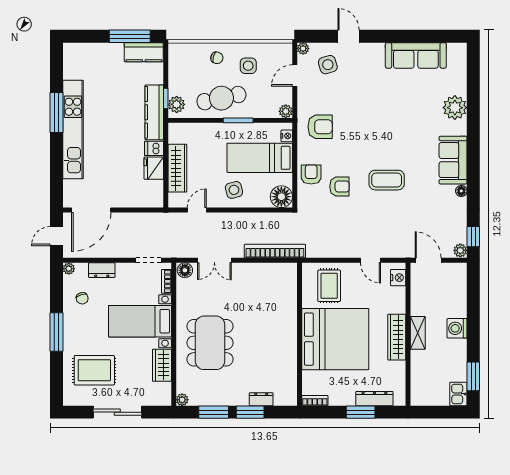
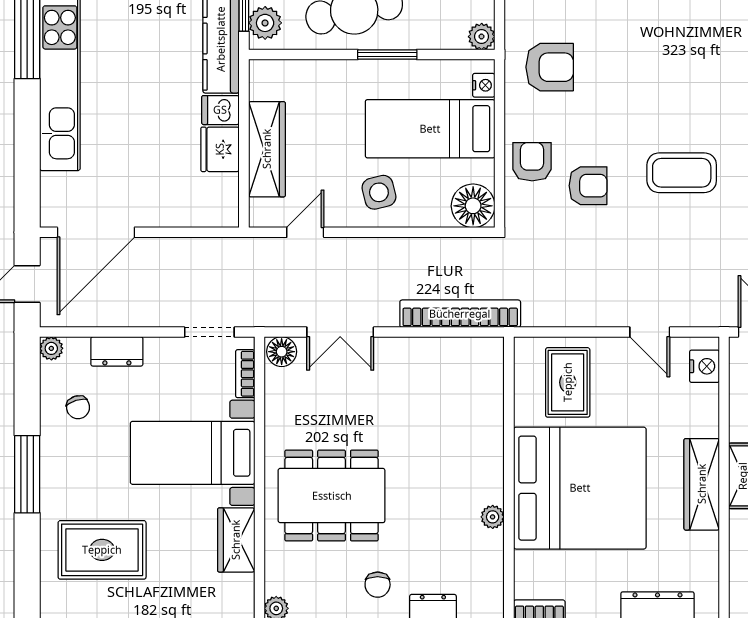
dining table: (210, 343) -> (332, 496), turned 90
plant: (291, 354) -> (493, 517), added
chair: (233, 388) -> (378, 585), added

